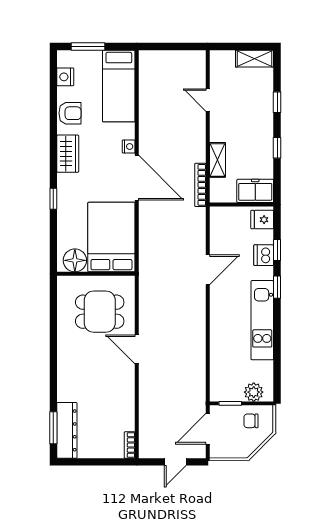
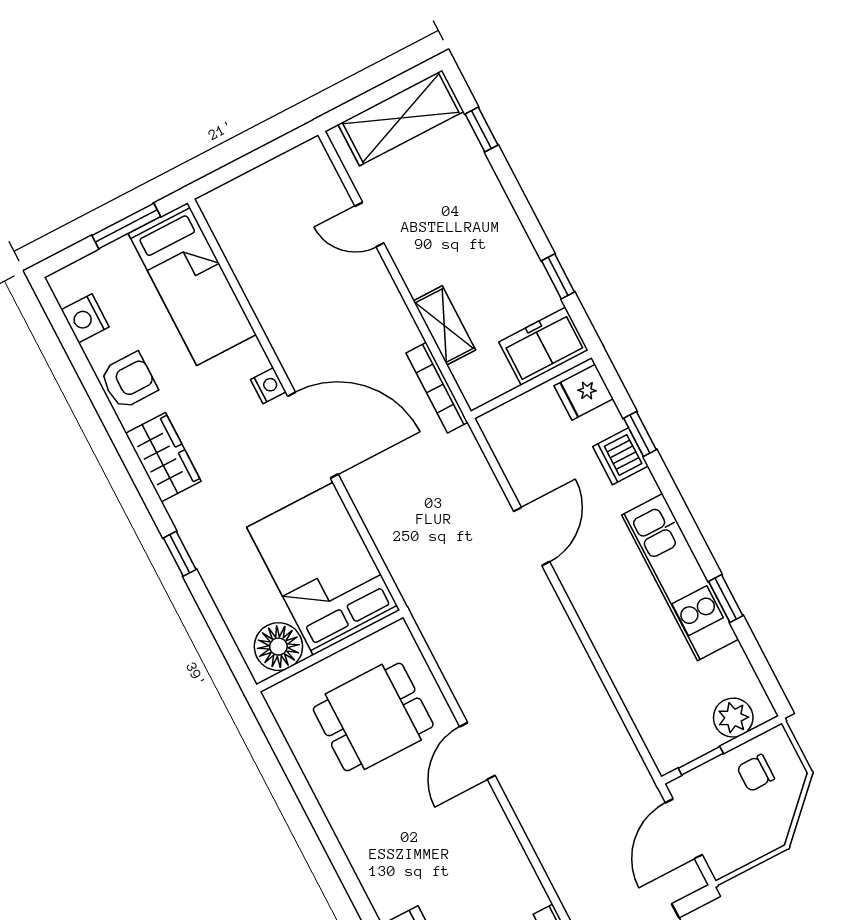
window: (88, 47) -> (126, 226), moved
shelving: (255, 59) -> (401, 118), width x1.50, depth x1.33
window: (277, 102) -> (482, 129), moved
window: (277, 148) -> (558, 276), moved
window: (277, 287) -> (726, 599), moved
door: (137, 349) -> (477, 751), hinge flipped

